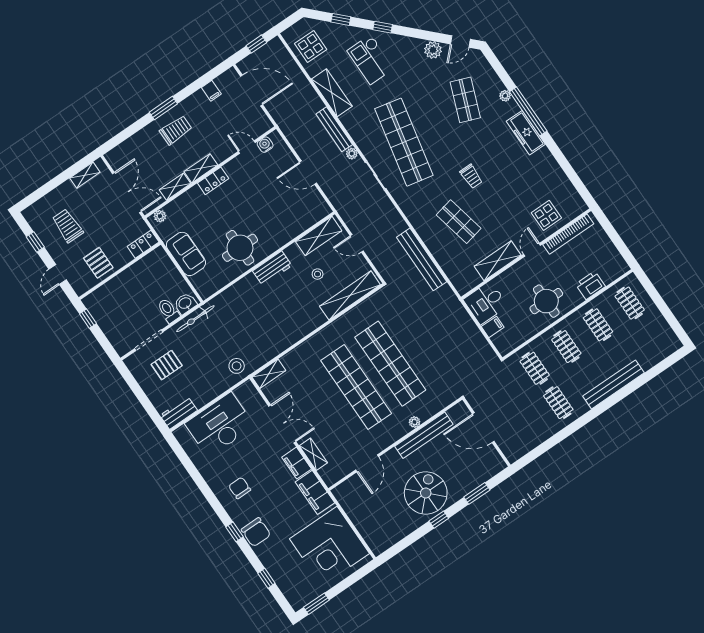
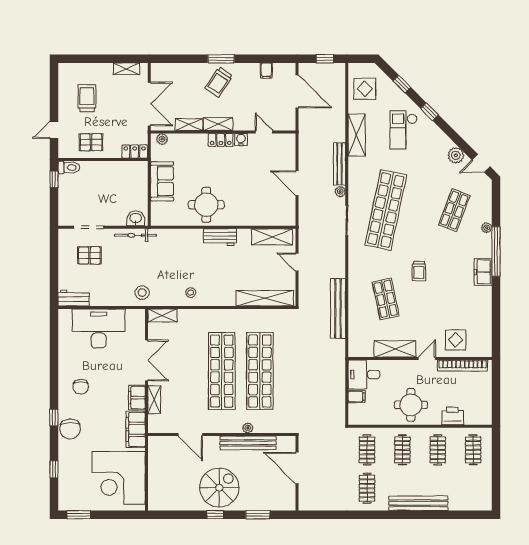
trolley: (176, 130) -> (219, 82), turned 124
freezer: (526, 133) -> (483, 272), width x0.71
water cooler: (265, 145) -> (241, 140), moved
window: (35, 242) -> (54, 94), removed
pallet: (98, 263) -> (91, 142), turned 90
stool: (318, 274) -> (191, 293), moved
toilet: (168, 311) -> (69, 168), moved, turned 90
door: (367, 463) -> (190, 435), hinge flipped
chair: (240, 488) -> (81, 387), turned 180

